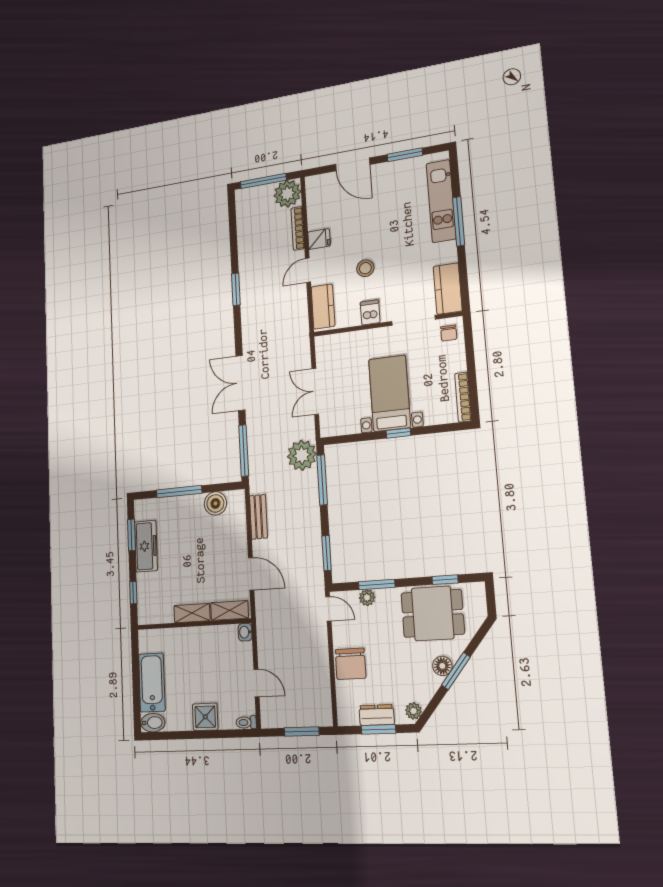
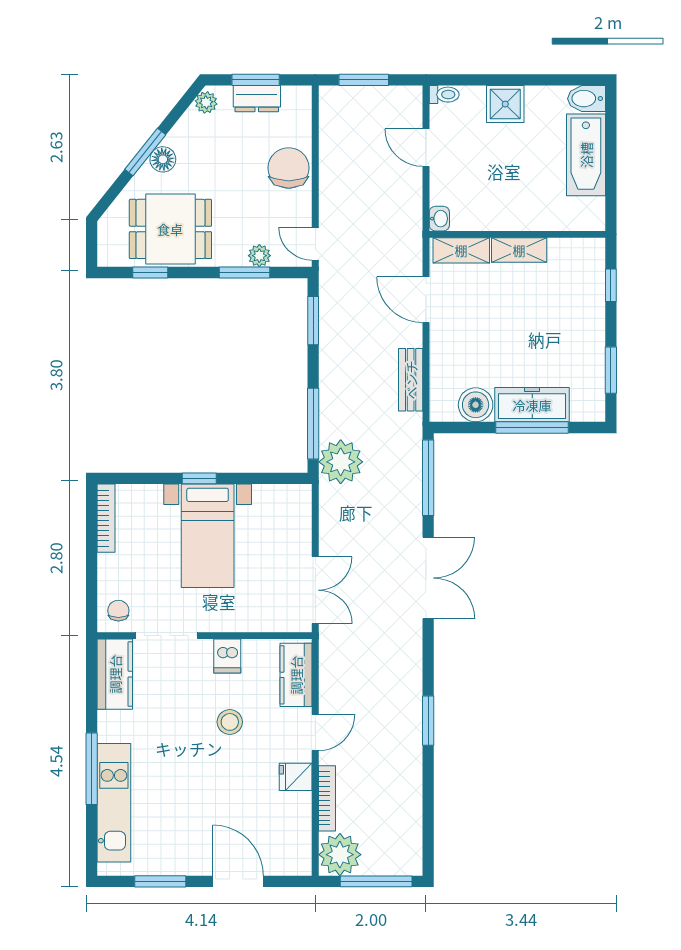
double door: (315, 391) -> (315, 590), moved
freezer: (146, 546) -> (532, 405), moved, turned 90

